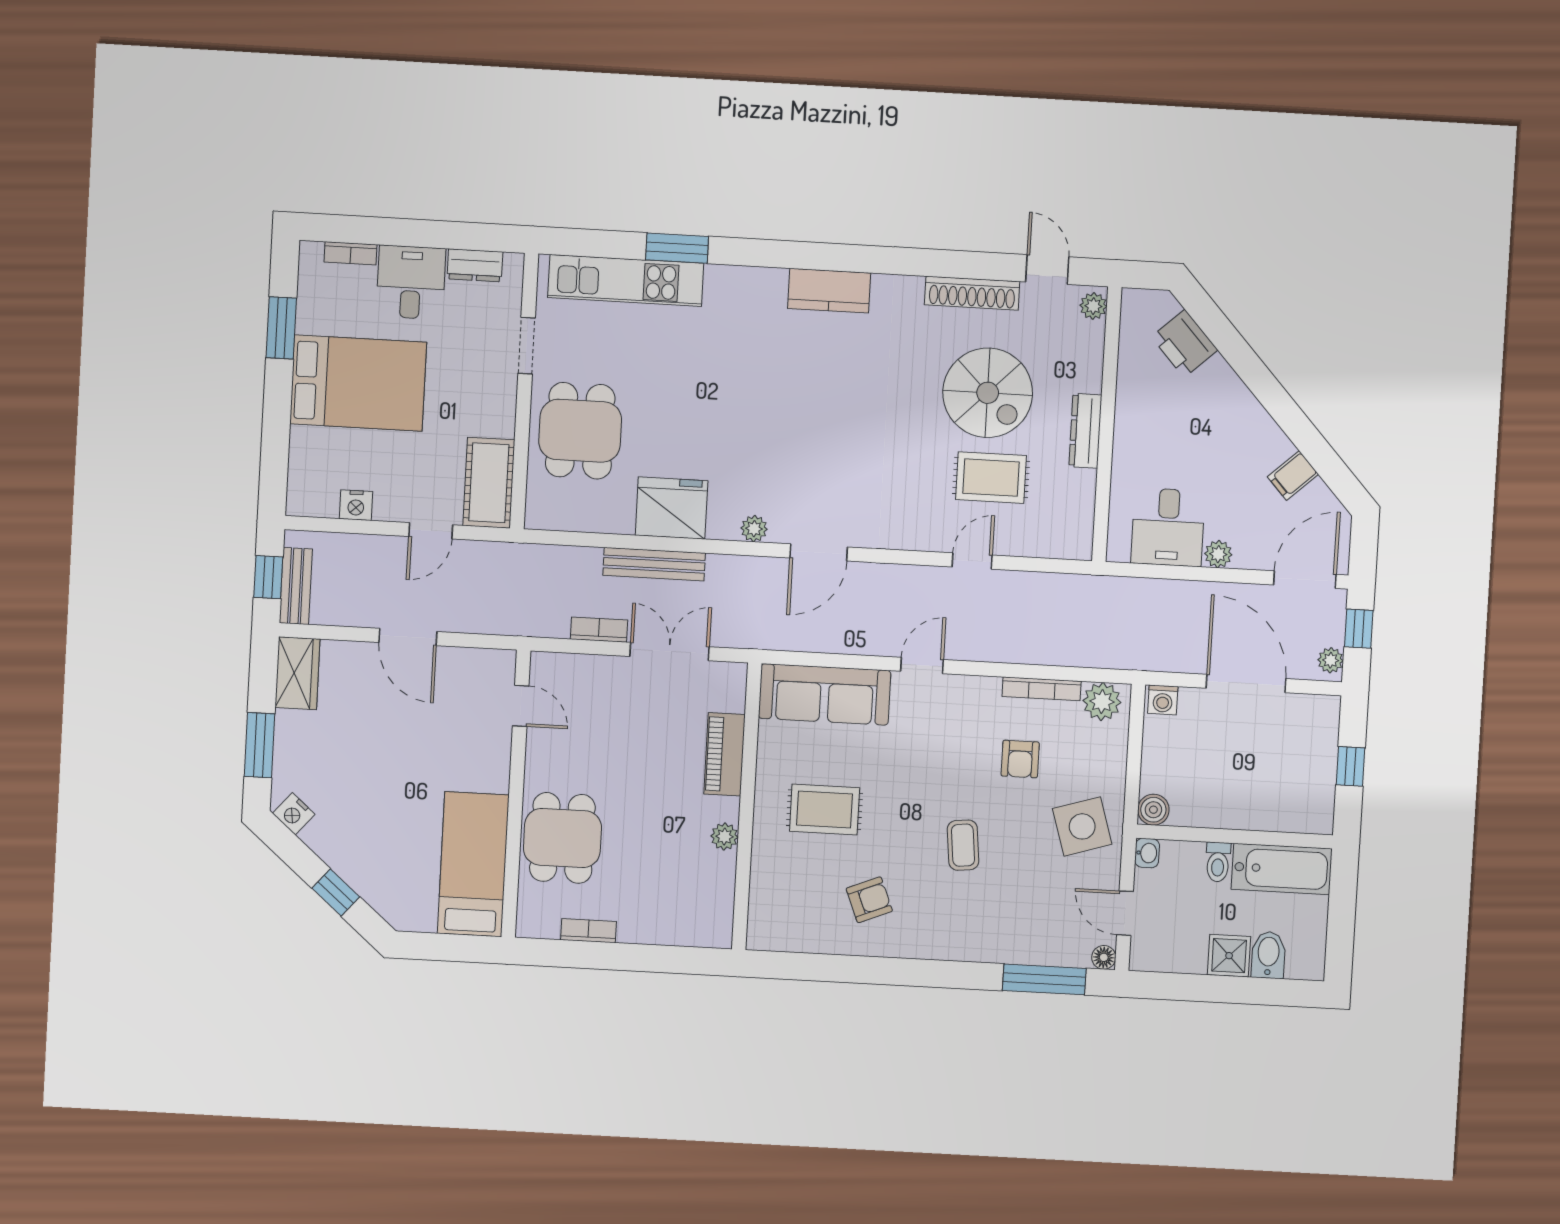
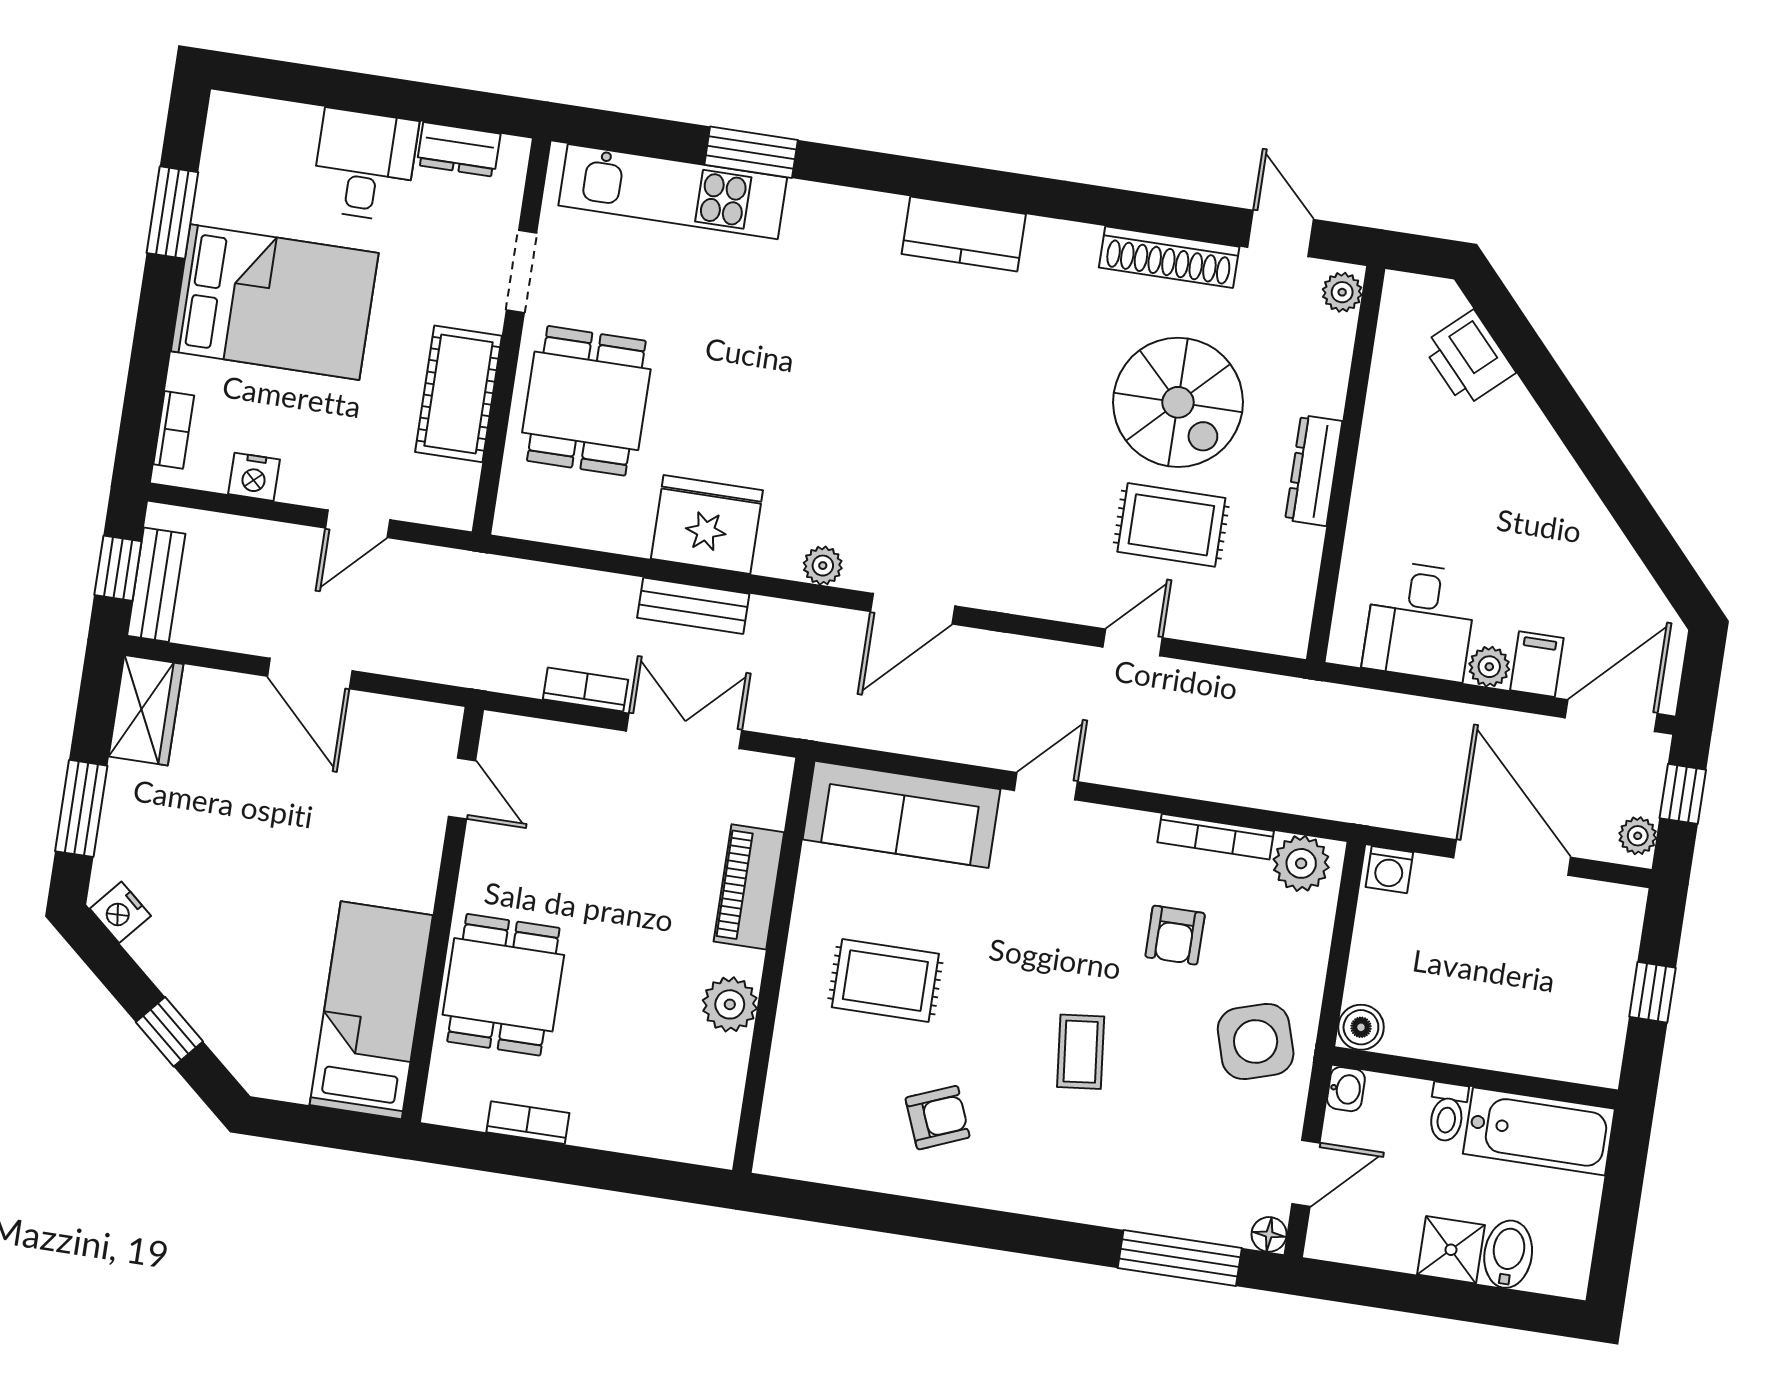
bookcase: (350, 253) -> (174, 430), moved, turned -90
filing cabinet: (1293, 475) -> (1537, 664), moved, turned 132
cot: (489, 483) -> (458, 394), moved
bench: (654, 564) -> (693, 606), width x0.73
plant: (724, 837) -> (730, 1004), width x1.38, depth x1.38
door: (1125, 913) -> (1306, 1173), swing flipped

